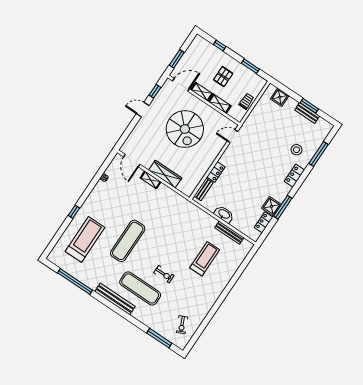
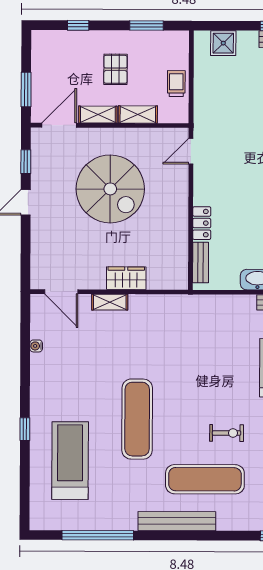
wardrobe: (165, 174) -> (126, 278), width x0.67

